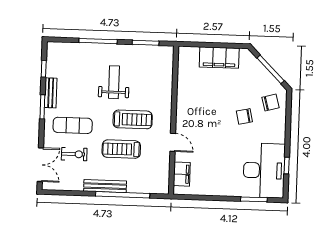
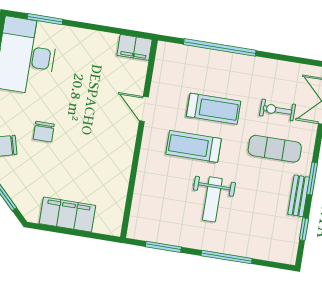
chair: (244, 116) -> (44, 132), turned 102
filing cabinet: (182, 174) -> (135, 47), moved, turned -90
bench: (105, 186) -> (242, 62), removed

